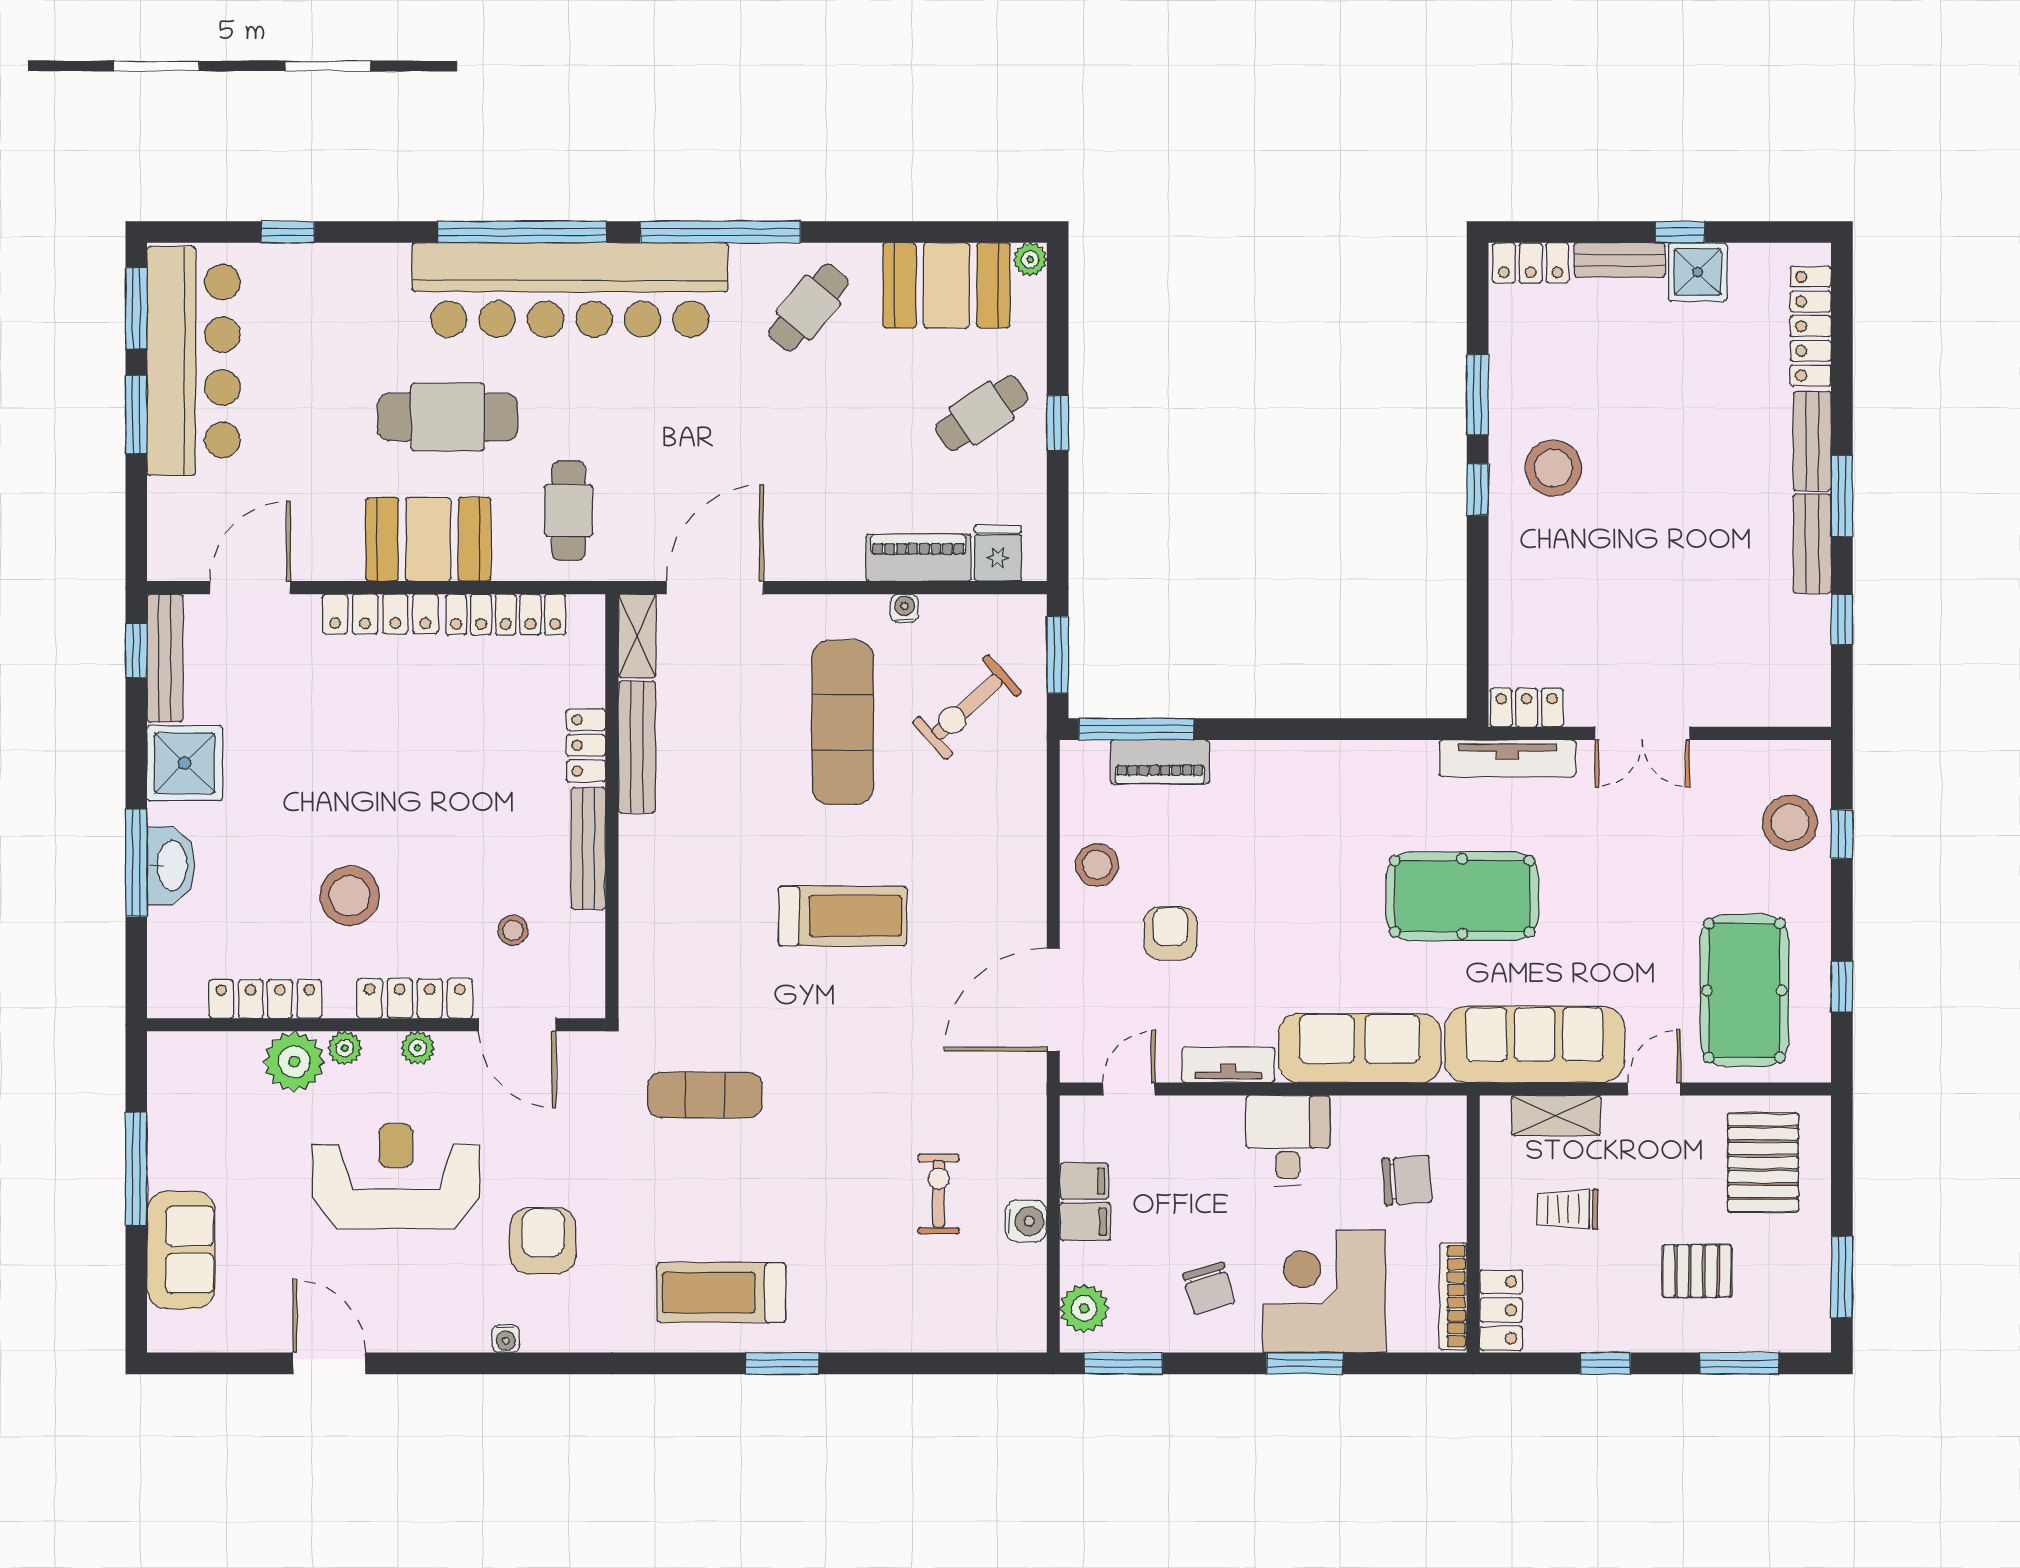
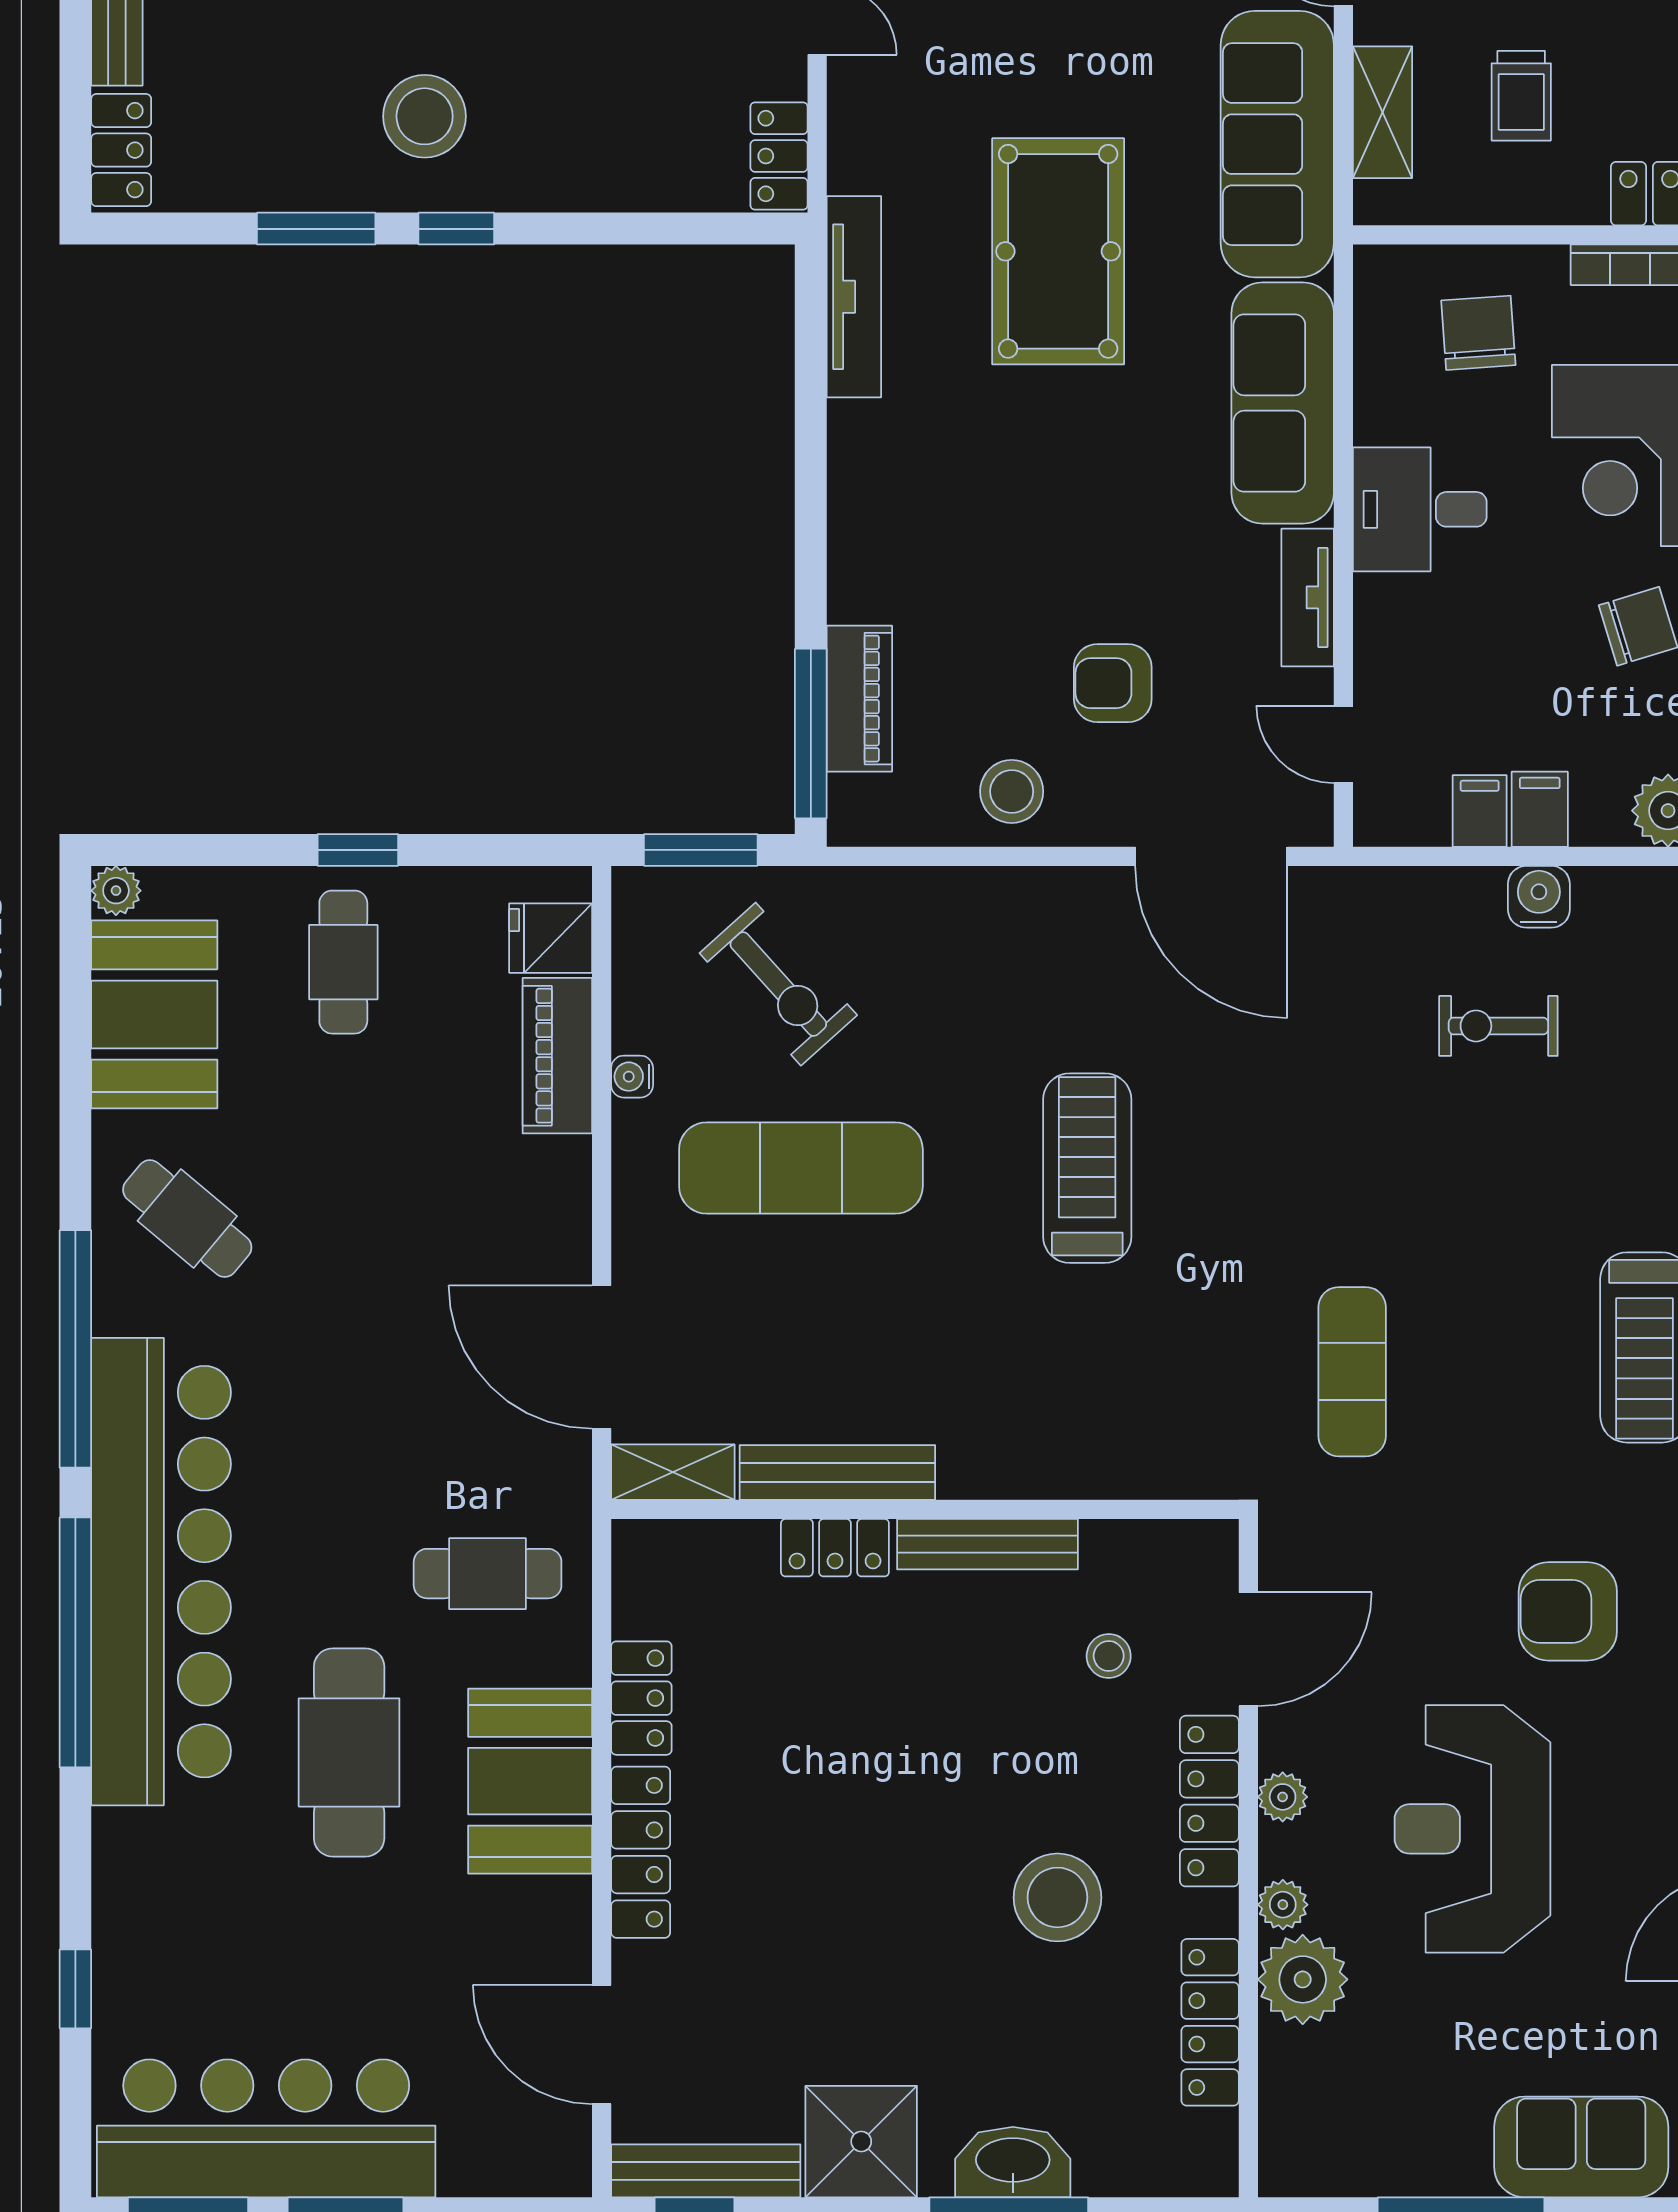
cafe table: (982, 413) -> (343, 962), turned 34
locker: (506, 615) -> (641, 1698), width x0.66
tv unit: (1508, 758) -> (854, 297), moved

